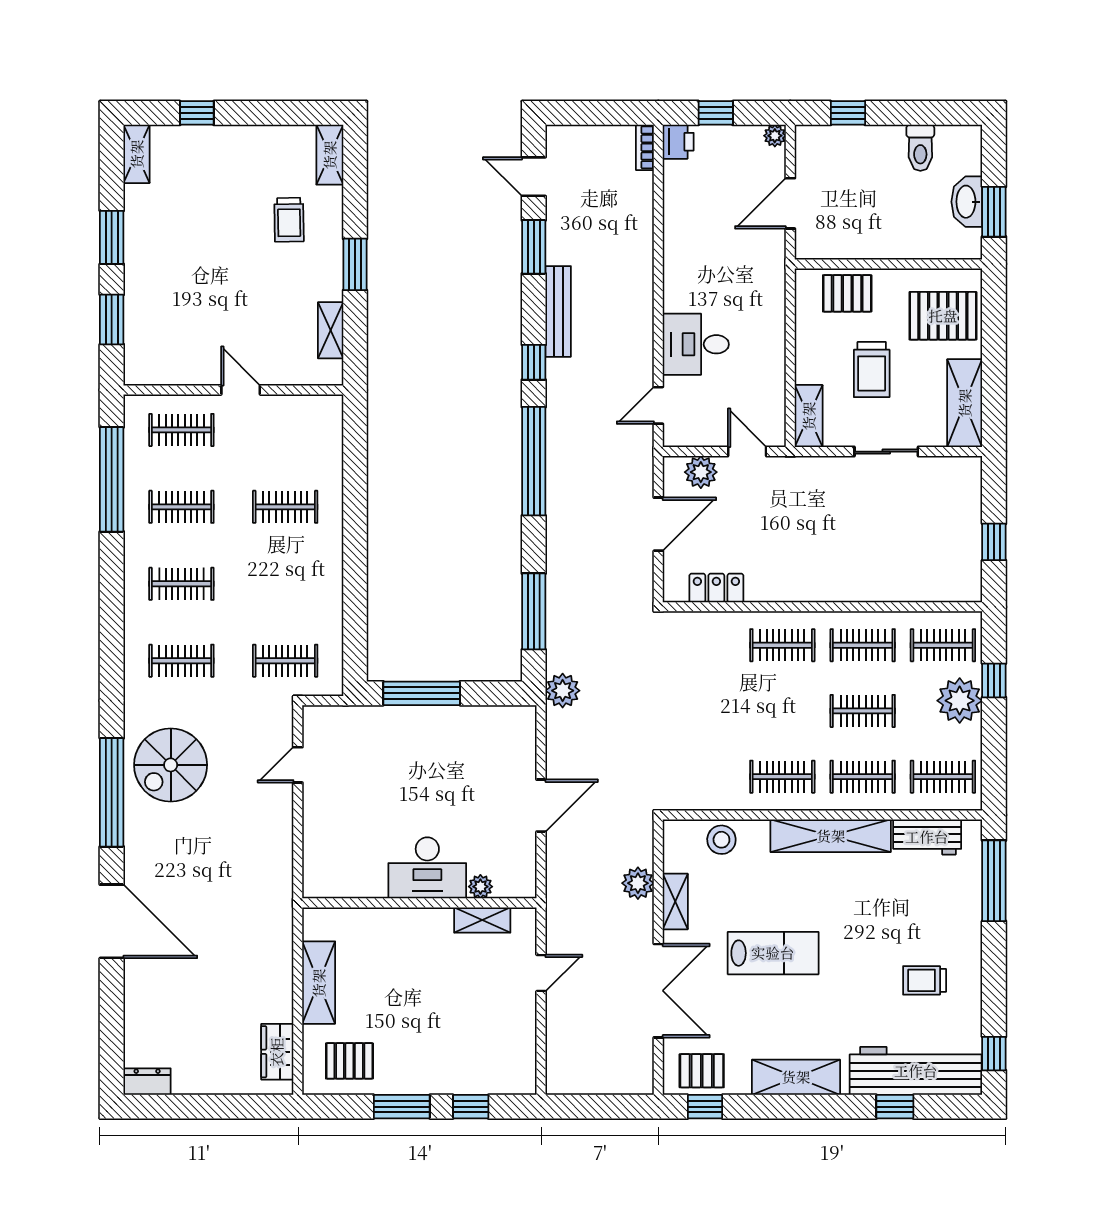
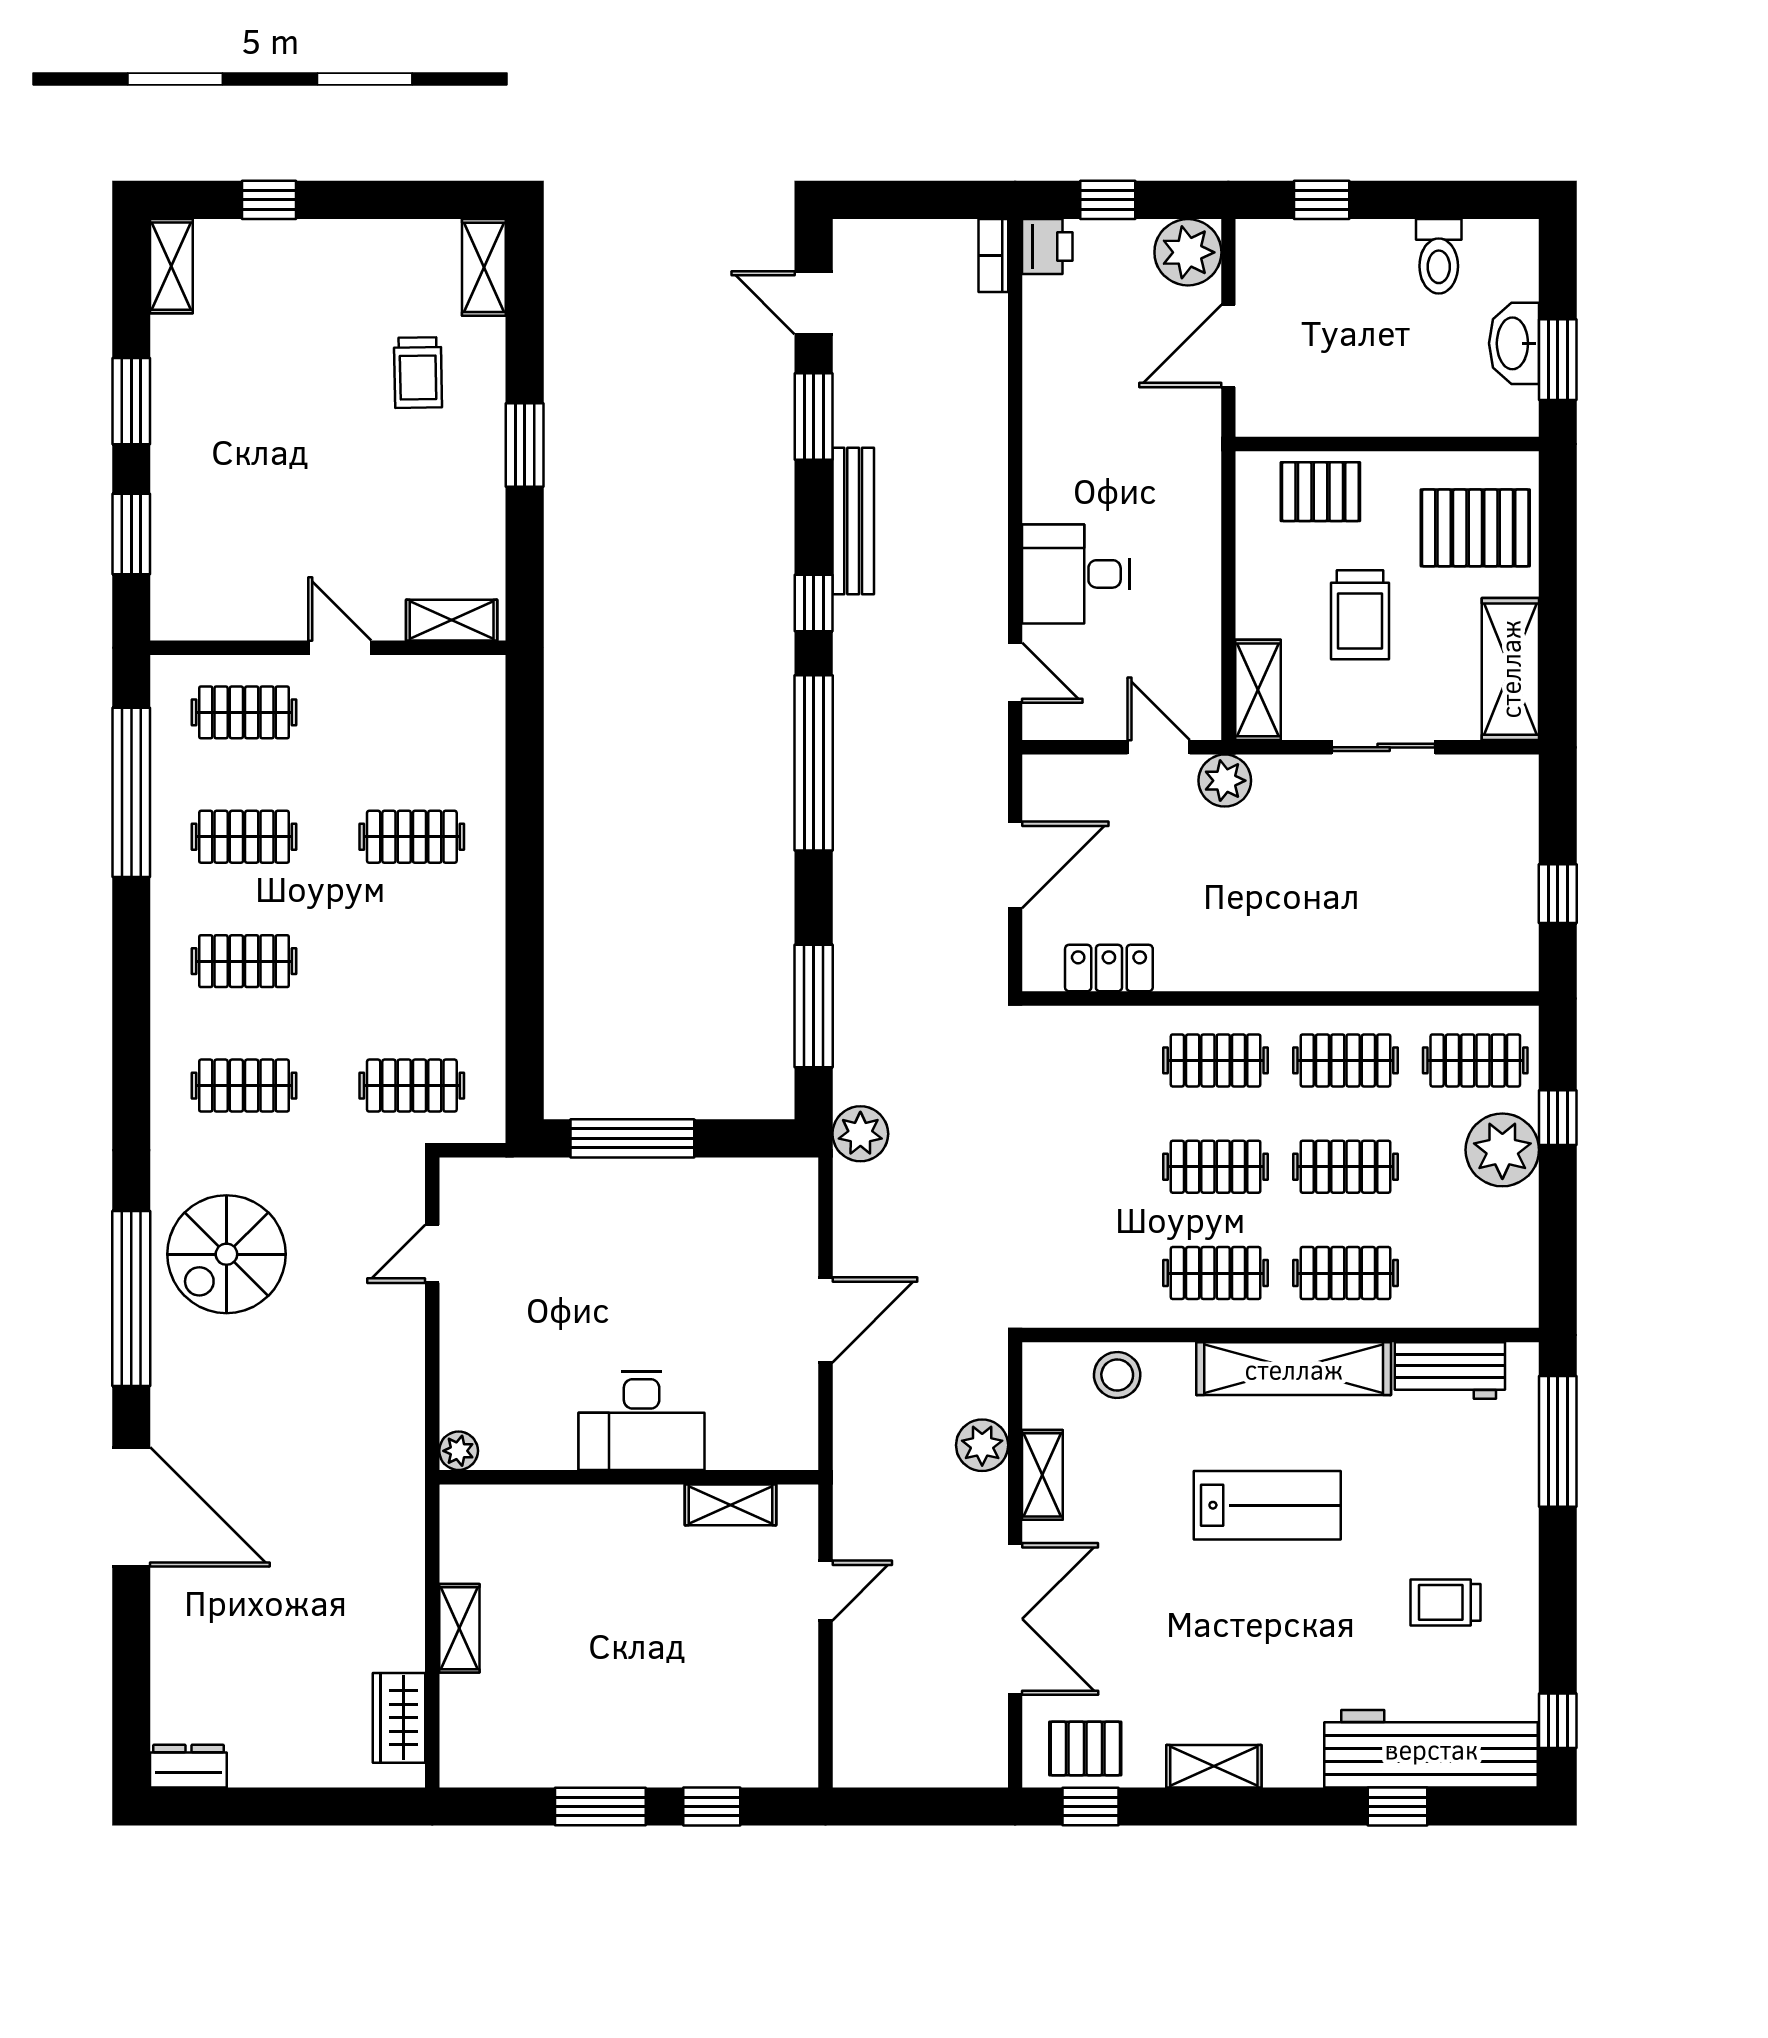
plant: (775, 136) -> (1188, 252), width x1.87, depth x1.87
shelving: (331, 330) -> (452, 620), moved, turned 90
door: (658, 405) -> (1015, 673), swing flipped
plant: (701, 472) -> (1225, 781), moved
clothes rail: (943, 777) -> (1216, 1167), moved
plant: (480, 887) -> (459, 1451), moved
lab bench: (773, 953) -> (1267, 1505), moved
shelving: (319, 983) -> (459, 1628), width x0.67, depth x0.75
pallet: (349, 1061) -> (516, 1733), removed
shelving: (796, 1077) -> (1214, 1766), width x0.67, depth x0.75

